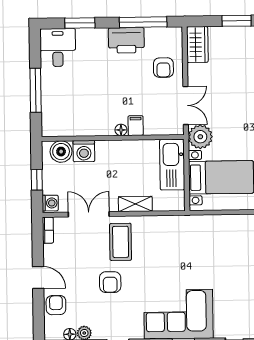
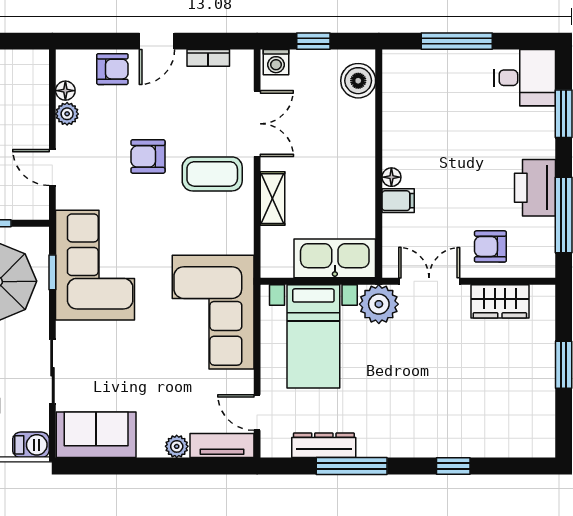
wardrobe: (197, 45) -> (500, 301), moved
double door: (186, 106) -> (429, 281), swing flipped
washing machine: (84, 151) -> (358, 117), removed
bookcase: (48, 230) -> (208, 58), moved
corner sofa: (207, 240) -> (213, 312), added

